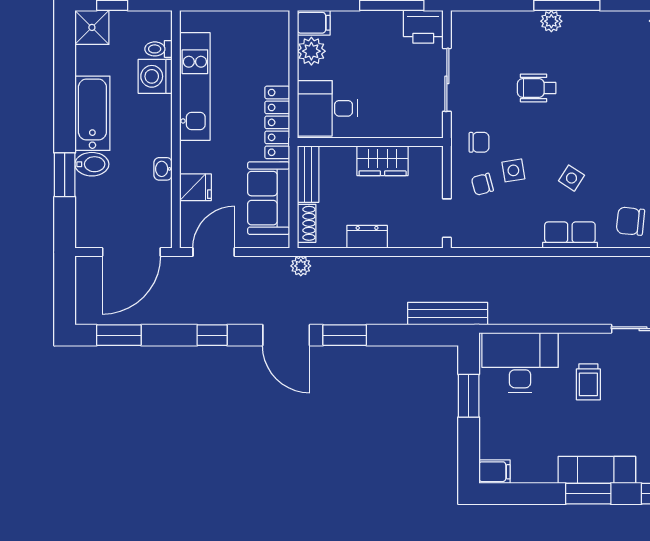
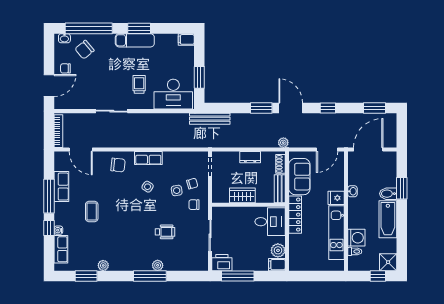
fridge: (196, 187) -> (336, 198), moved

